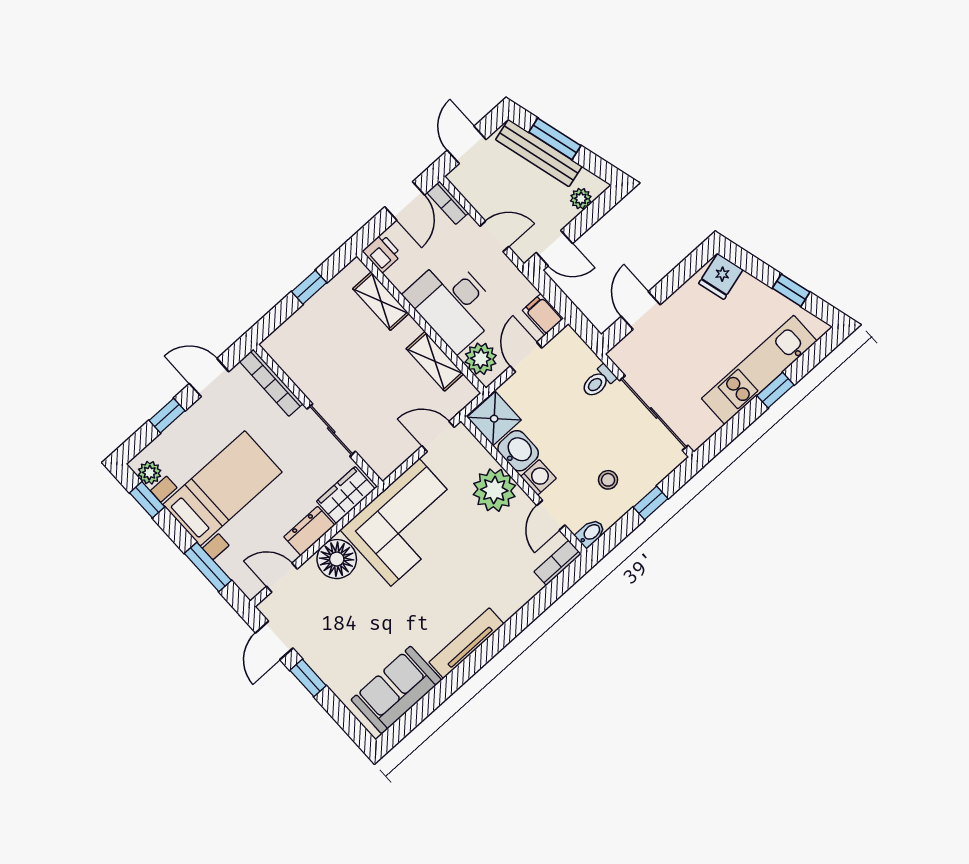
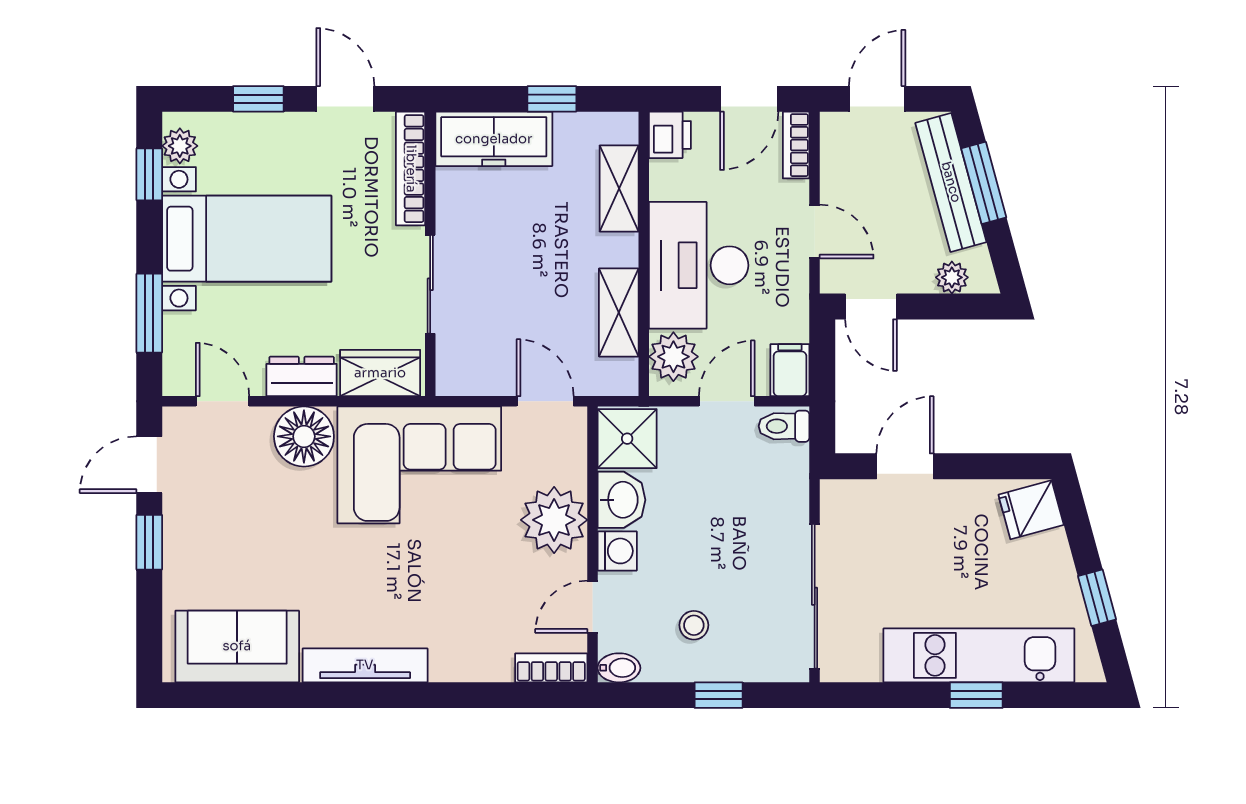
freezer: (298, 332) -> (494, 139), added
toilet: (598, 381) -> (784, 426), moved

